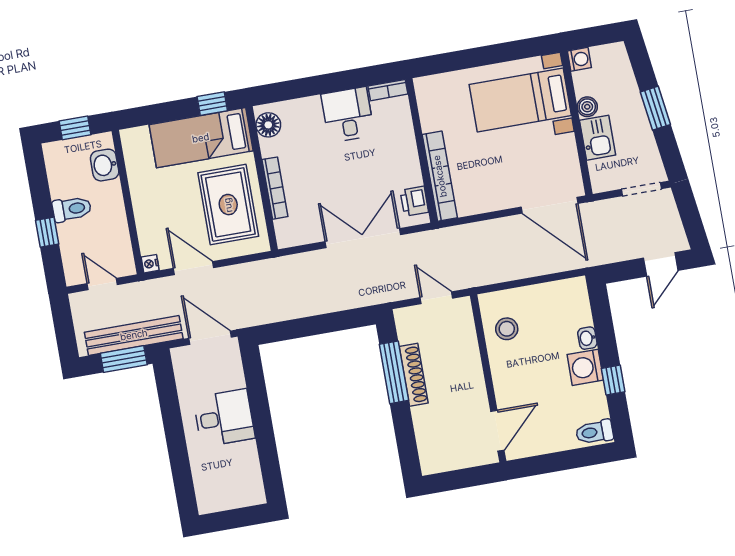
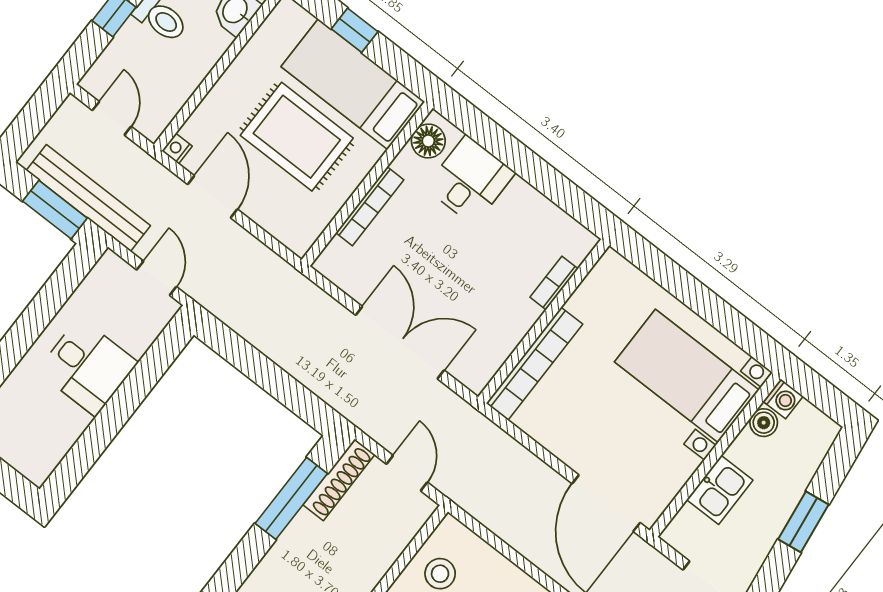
bookcase: (388, 90) -> (554, 283), moved, turned 90
window: (212, 104) -> (355, 30), moved
boiler: (587, 107) -> (764, 423), moved
desk: (348, 115) -> (470, 180), moved
printer: (414, 201) -> (485, 361), removed
rug: (228, 205) -> (297, 137), moved, turned 90
door: (210, 338) -> (157, 278), width x0.73
shoe rack: (414, 375) -> (339, 480), moved

